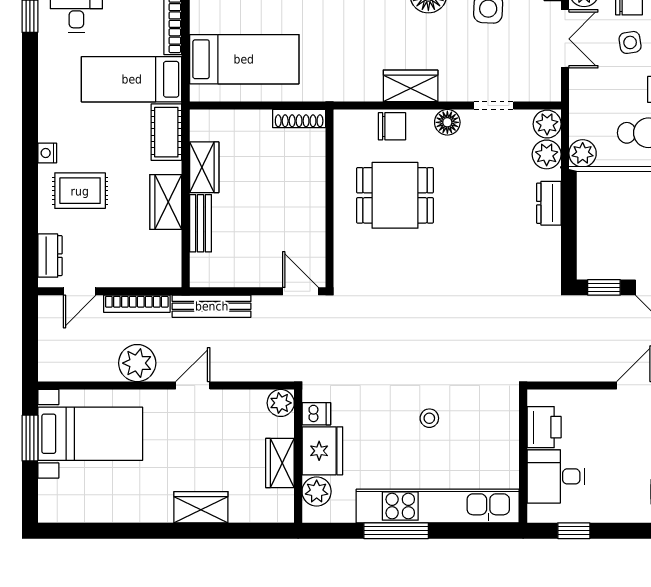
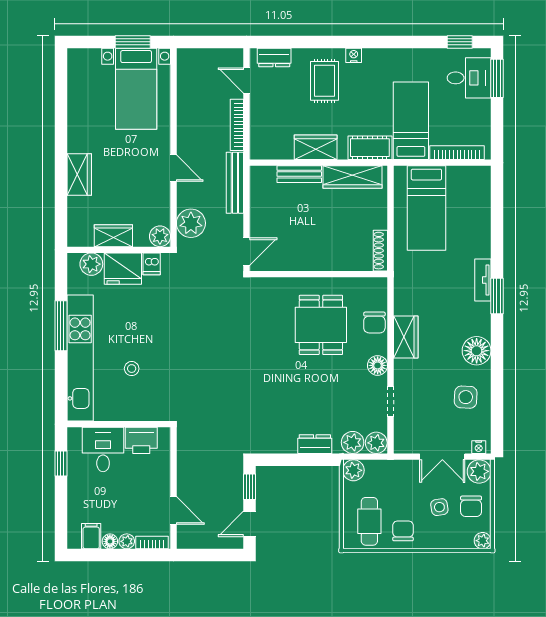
wardrobe: (204, 167) -> (353, 177), width x1.50
plant: (137, 363) -> (191, 223), moved
stool: (429, 418) -> (132, 369), moved

